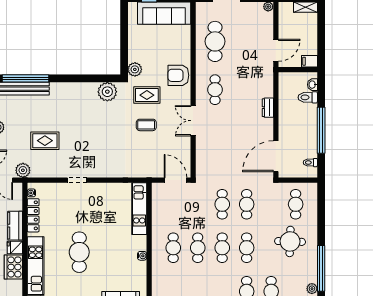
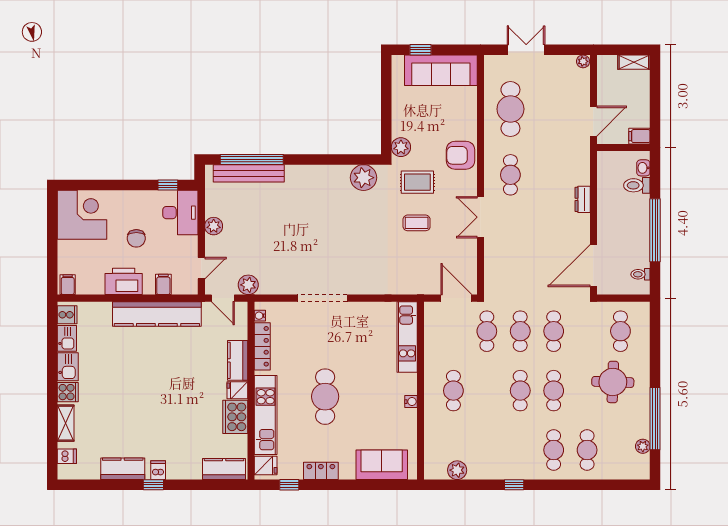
rug: (45, 141) -> (278, 244), removed
doorway: (77, 180) -> (322, 298), width x1.88
cafe table: (198, 248) -> (487, 331), moved

